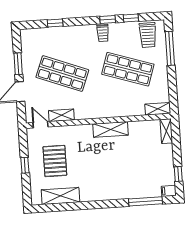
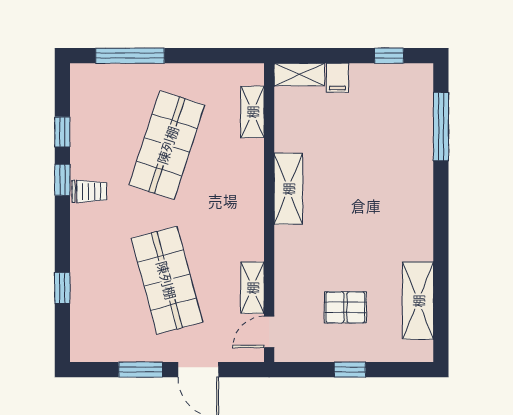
trolley: (148, 35) -> (99, 99), removed
shop shelf: (62, 74) -> (167, 280), turned -36
shelving: (158, 109) -> (252, 112), moved
pallet: (55, 161) -> (345, 307), width x0.67, depth x0.71
filing cabinet: (169, 191) -> (337, 78), moved

